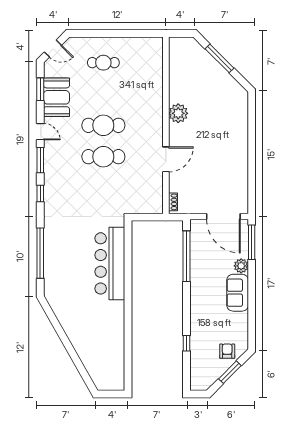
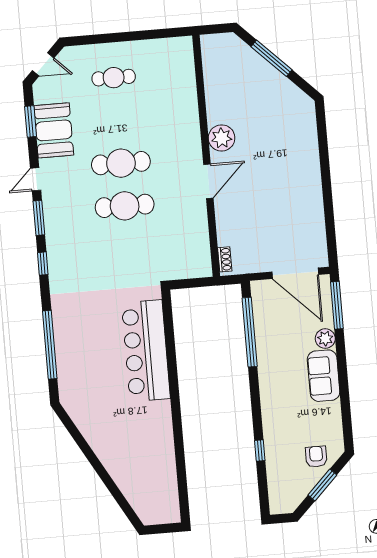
door: (40, 132) -> (36, 179), swing flipped
door: (166, 159) -> (208, 181), moved

